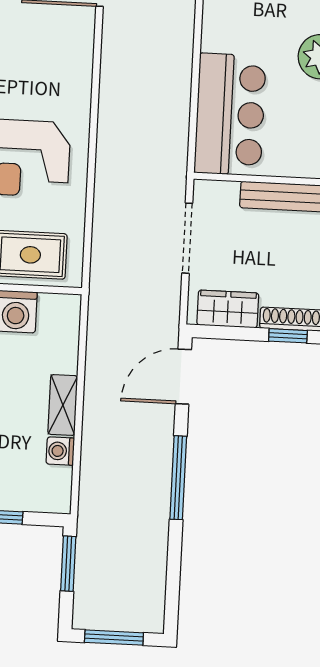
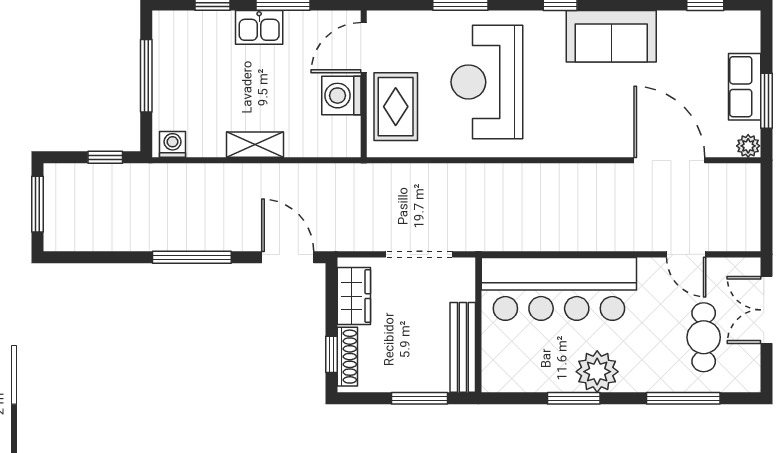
bar counter: (230, 114) -> (559, 289), width x1.36
washing machine: (60, 451) -> (173, 144), moved
window: (68, 564) -> (105, 157), width x0.67

